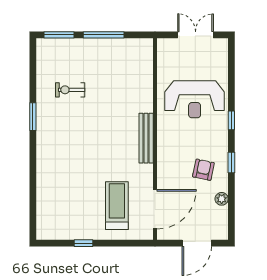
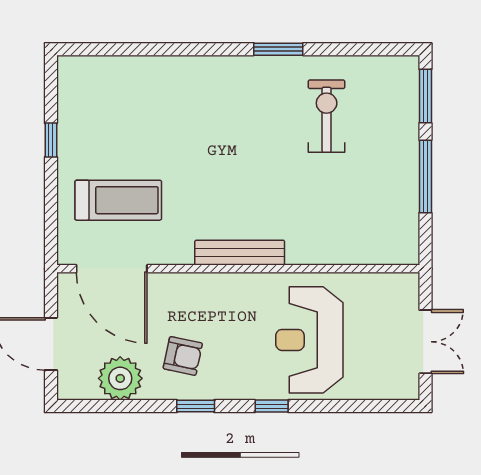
exercise bike: (70, 90) -> (327, 116), width x1.38, depth x1.39
plant: (222, 199) -> (120, 378), width x1.87, depth x1.87

